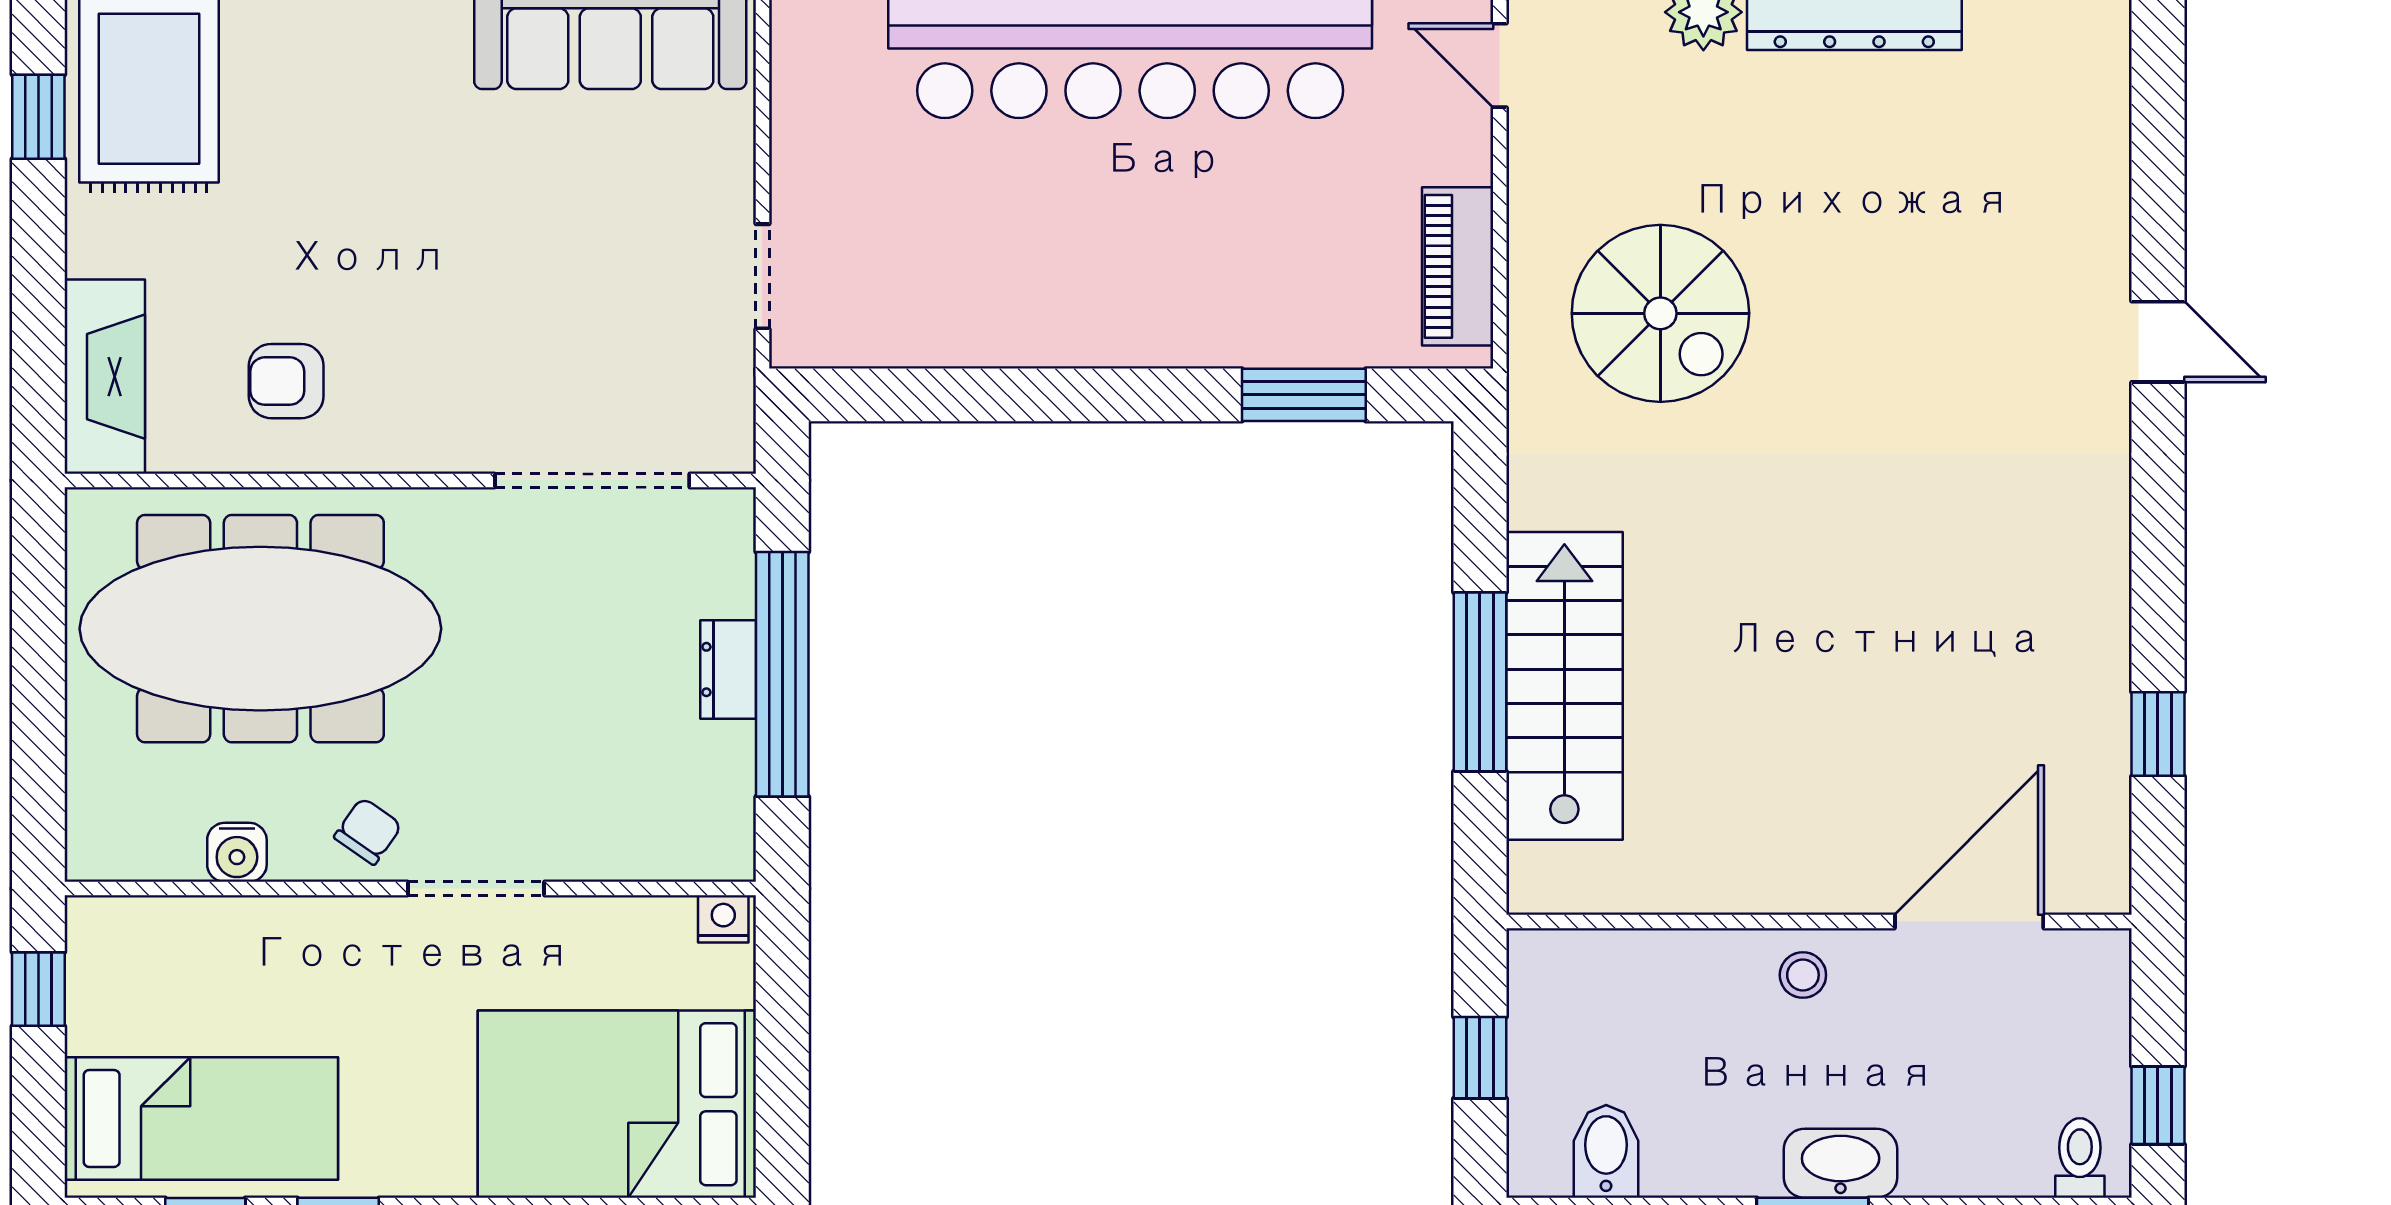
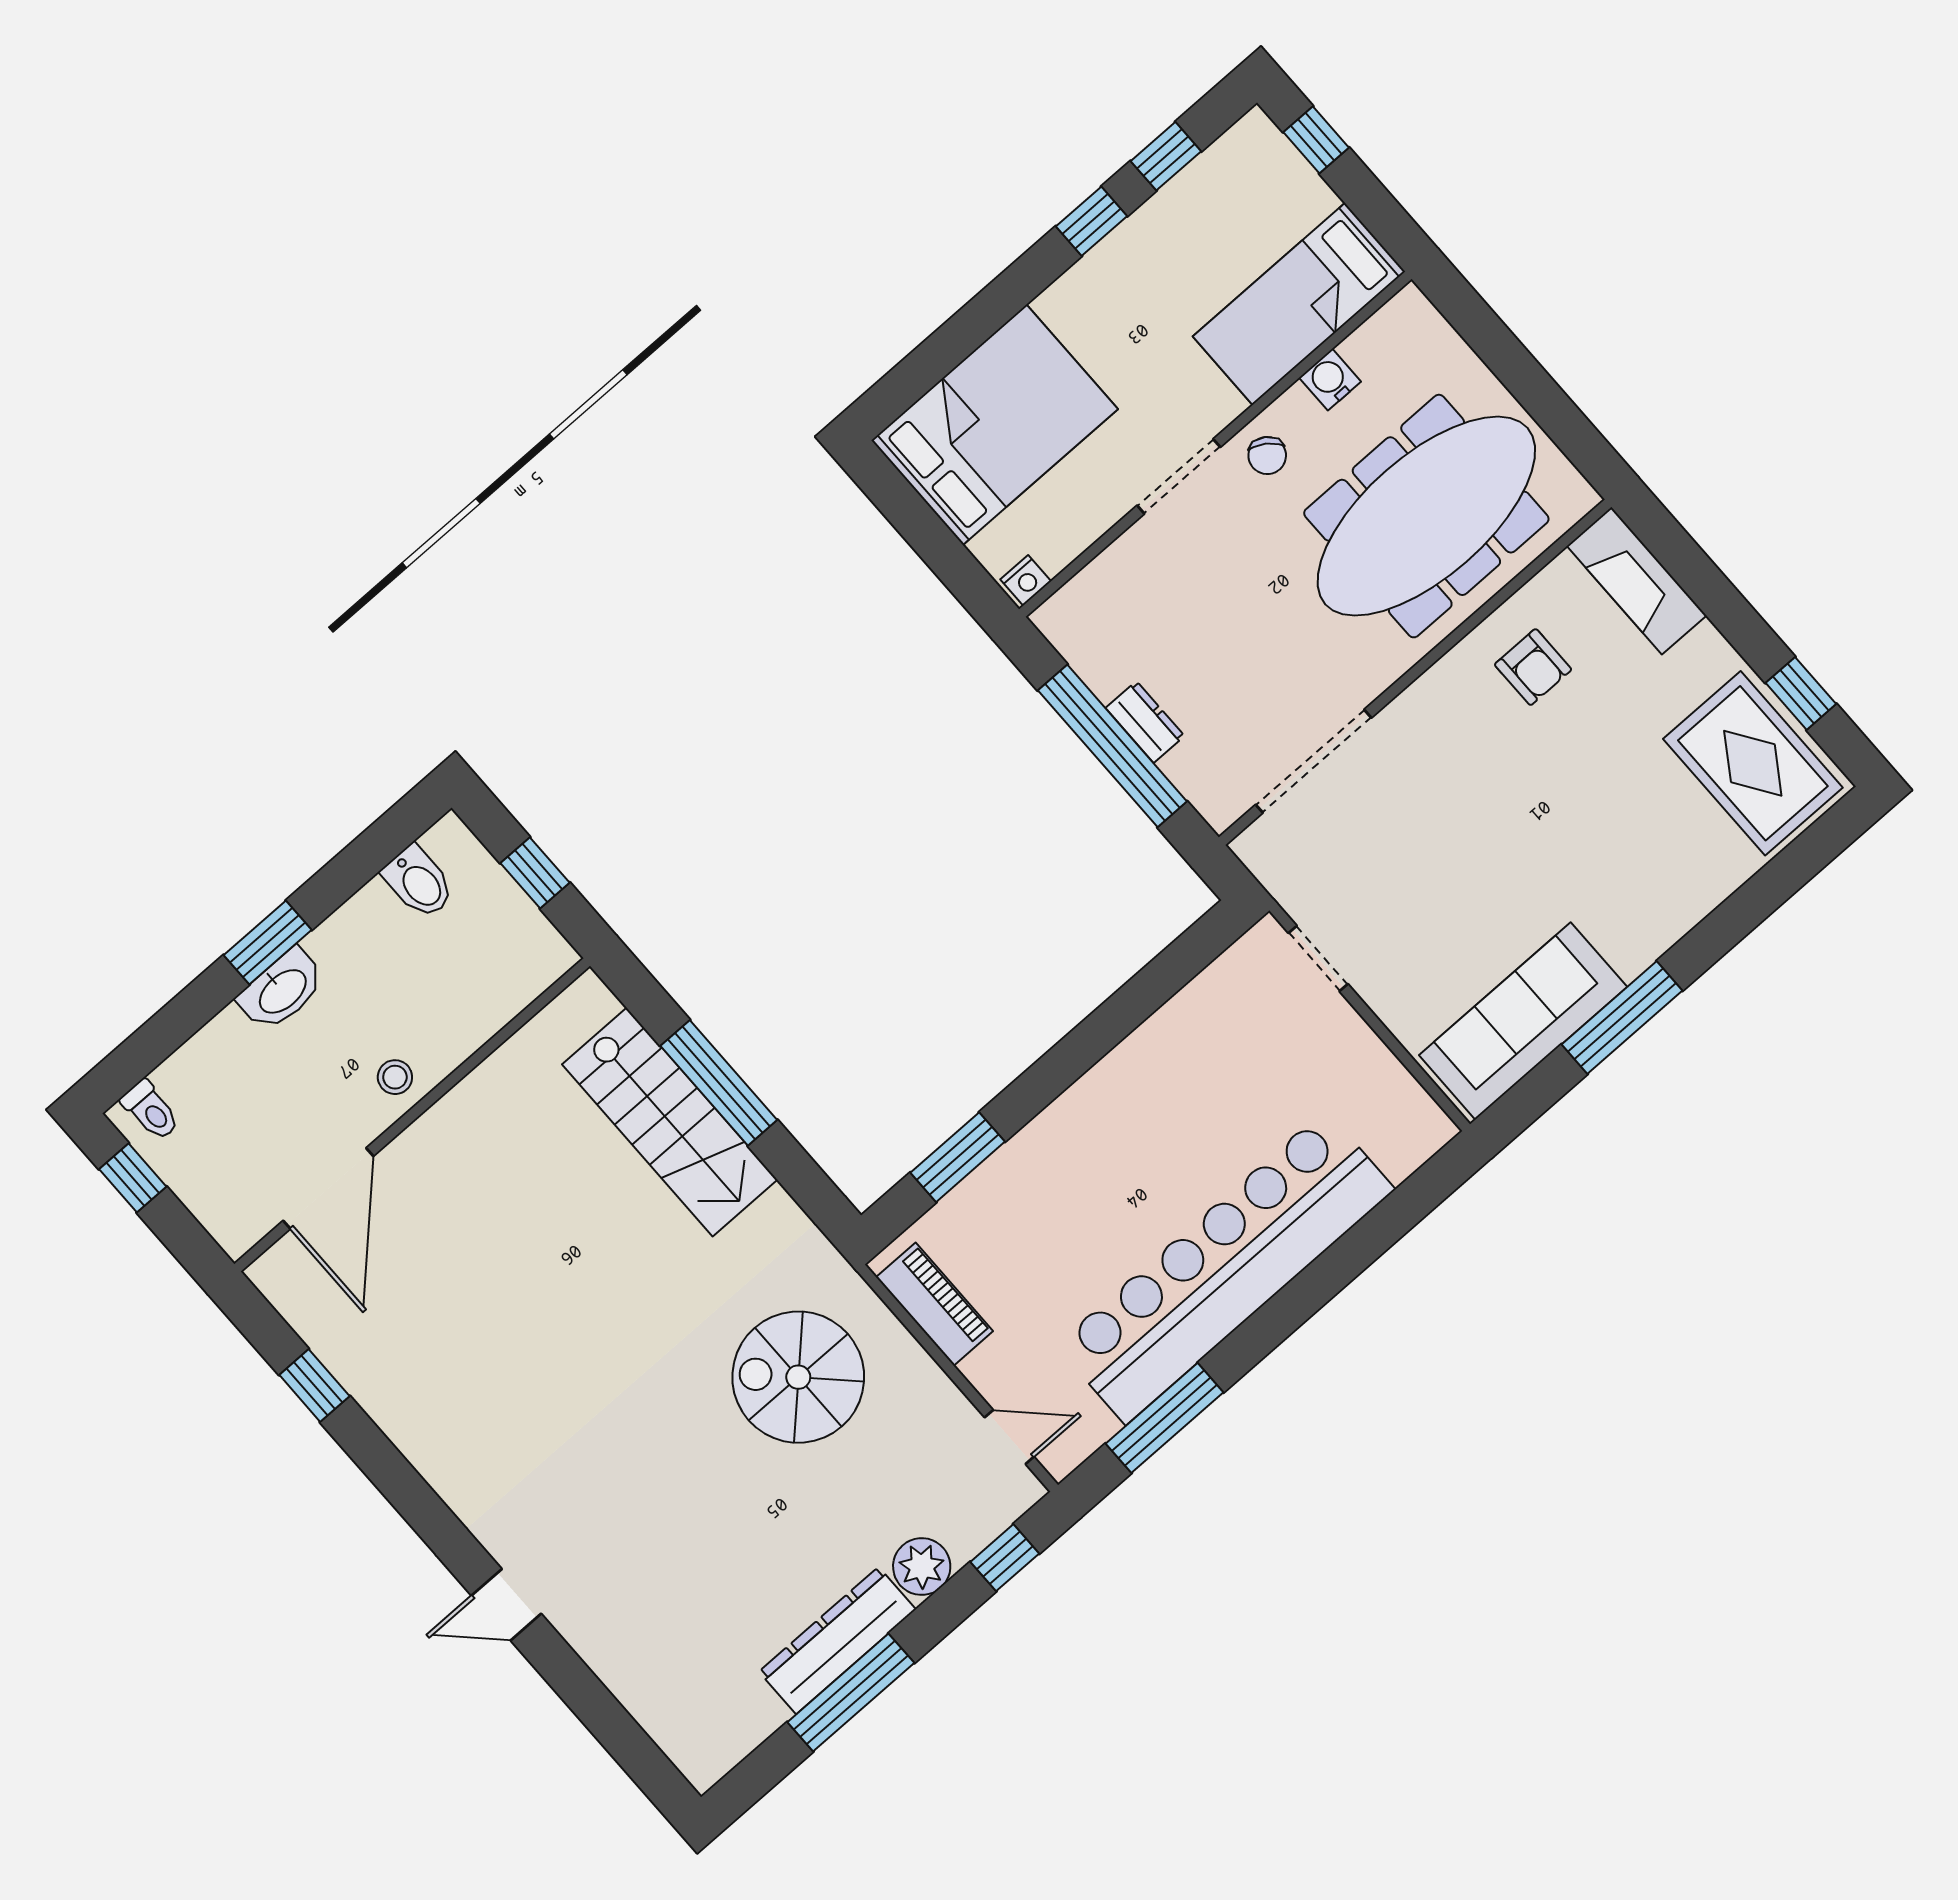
armchair: (286, 381) -> (1533, 667), turned 90
window: (38, 989) -> (1316, 140), moved
bed: (201, 1118) -> (1299, 304), moved

